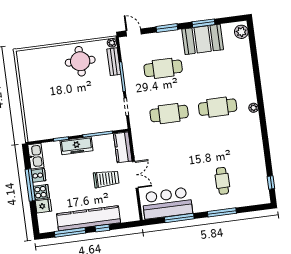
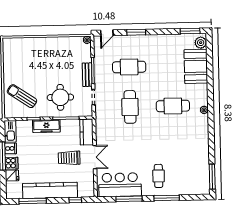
window: (204, 23) -> (190, 31), moved
door: (134, 32) -> (107, 33), swing flipped
booth: (203, 39) -> (196, 66), moved, turned 90
round table: (80, 61) -> (60, 97), moved
bench: (114, 62) -> (87, 75), moved
cafe table: (169, 114) -> (130, 107), turned 90
sun lounger: (45, 115) -> (22, 96), added
trolley: (106, 179) -> (69, 158), turned 180
cafe table: (222, 181) -> (159, 176), moved
window: (271, 183) -> (212, 177), width x2.17
window: (102, 228) -> (75, 200), moved

